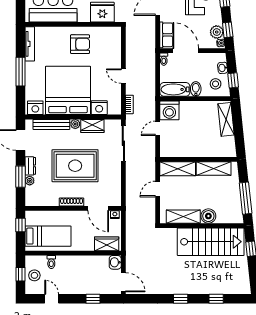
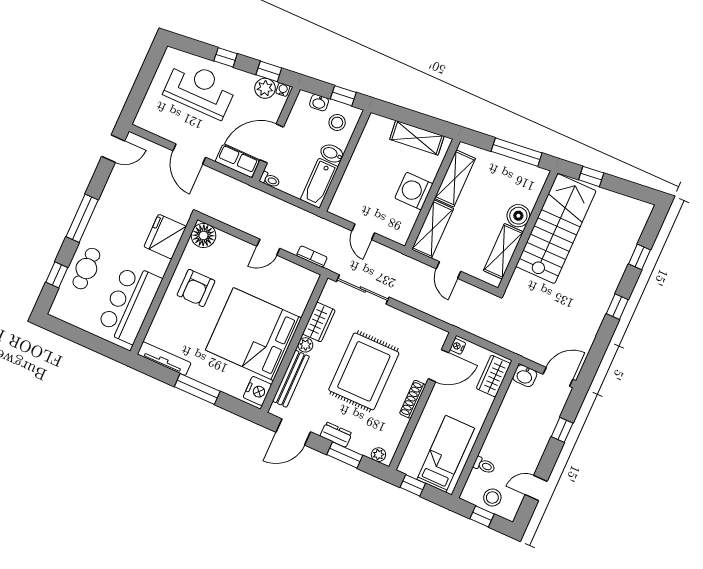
floor lamp: (113, 35) -> (204, 235), added
armchair: (80, 44) -> (196, 288), turned 180
nightstand: (99, 108) -> (297, 301), removed
washing machine: (169, 110) -> (414, 191), moved, turned 180
shelving: (226, 119) -> (417, 138), moved
plant: (30, 181) -> (378, 455), moved

